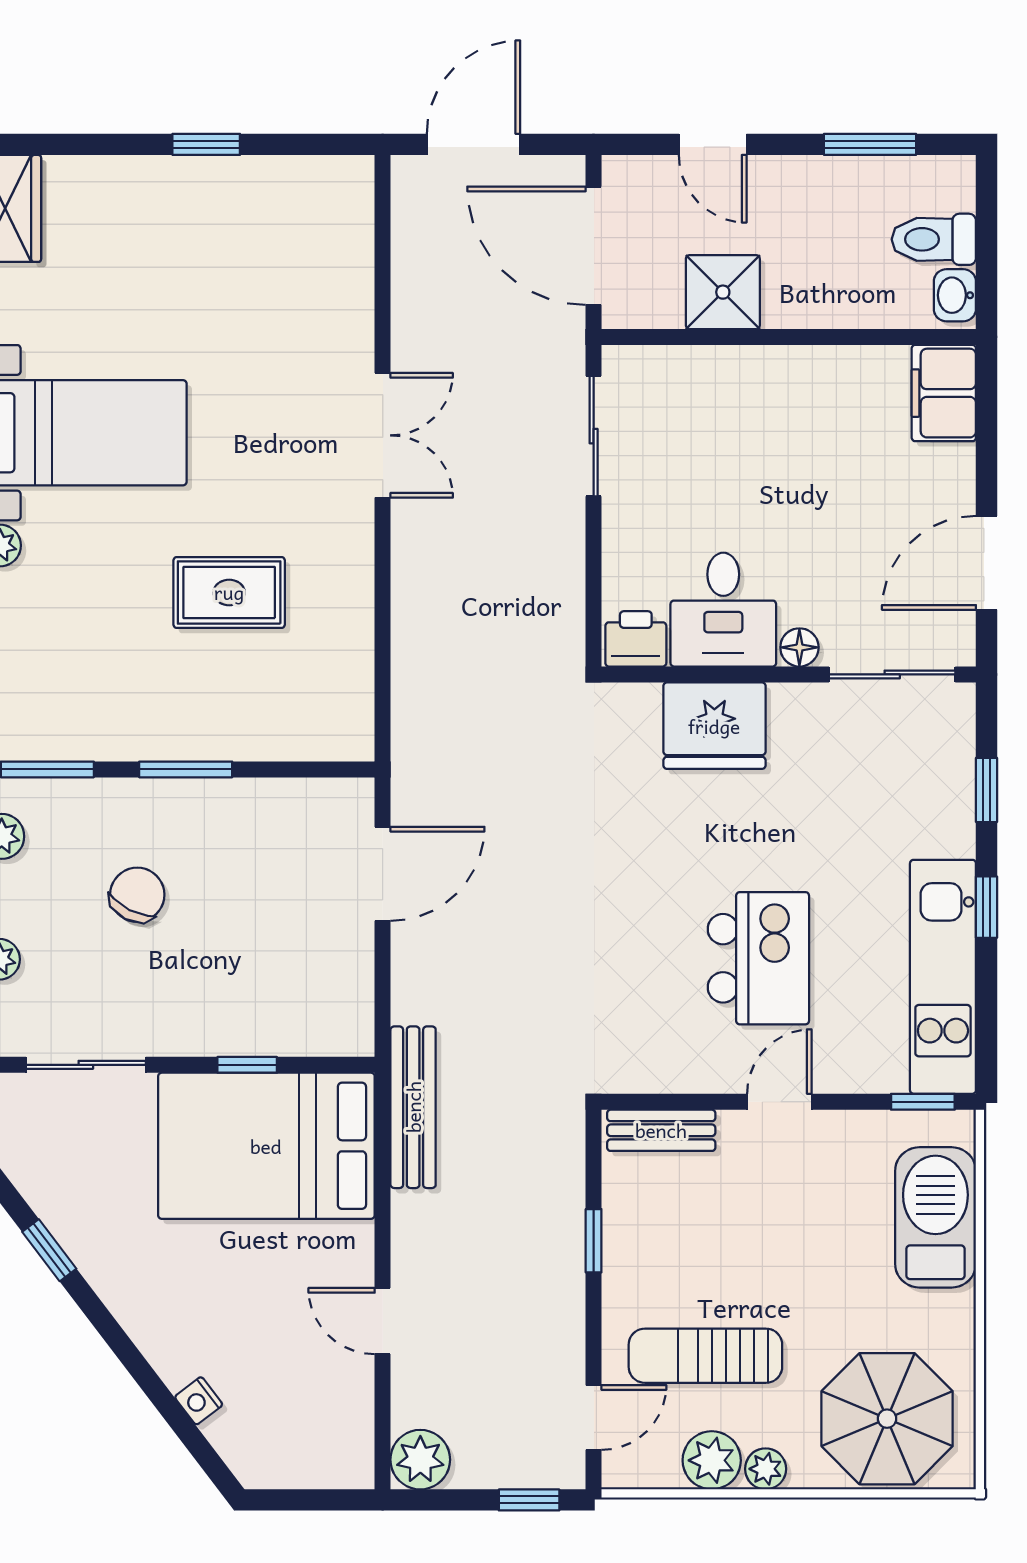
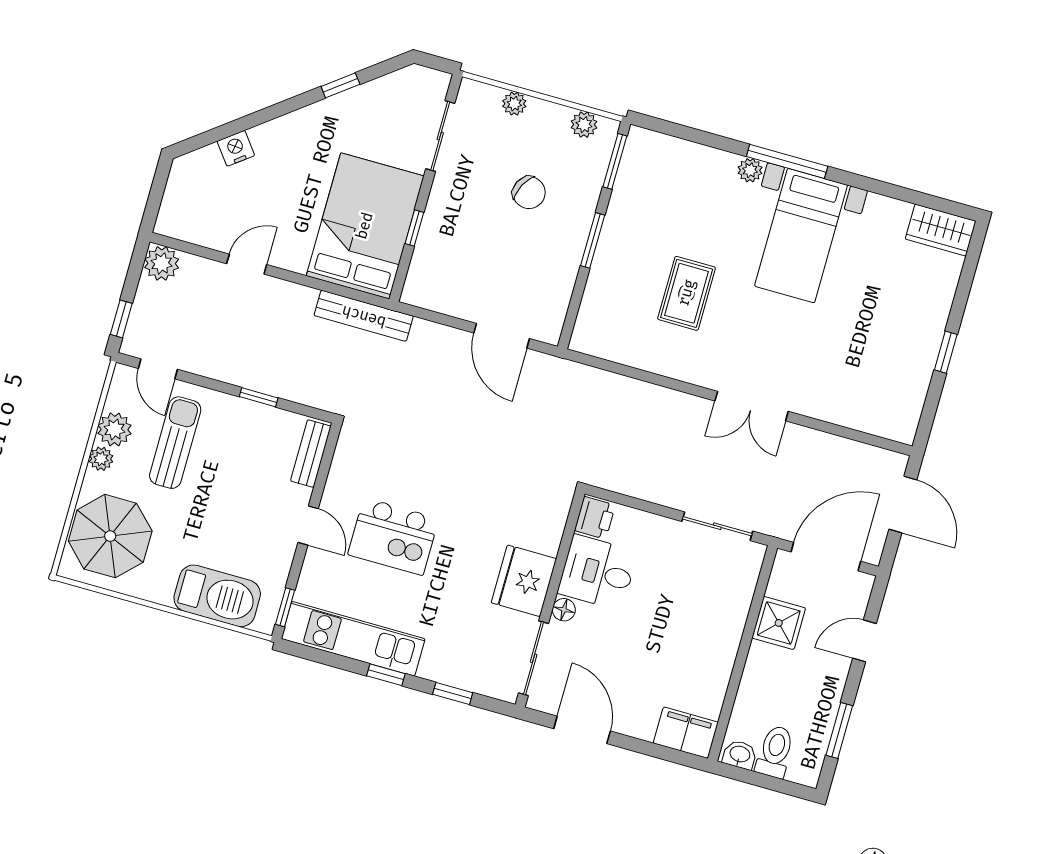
fridge: (714, 726) -> (524, 581), moved
nightstand: (199, 1401) -> (236, 148), width x1.39, depth x1.35

